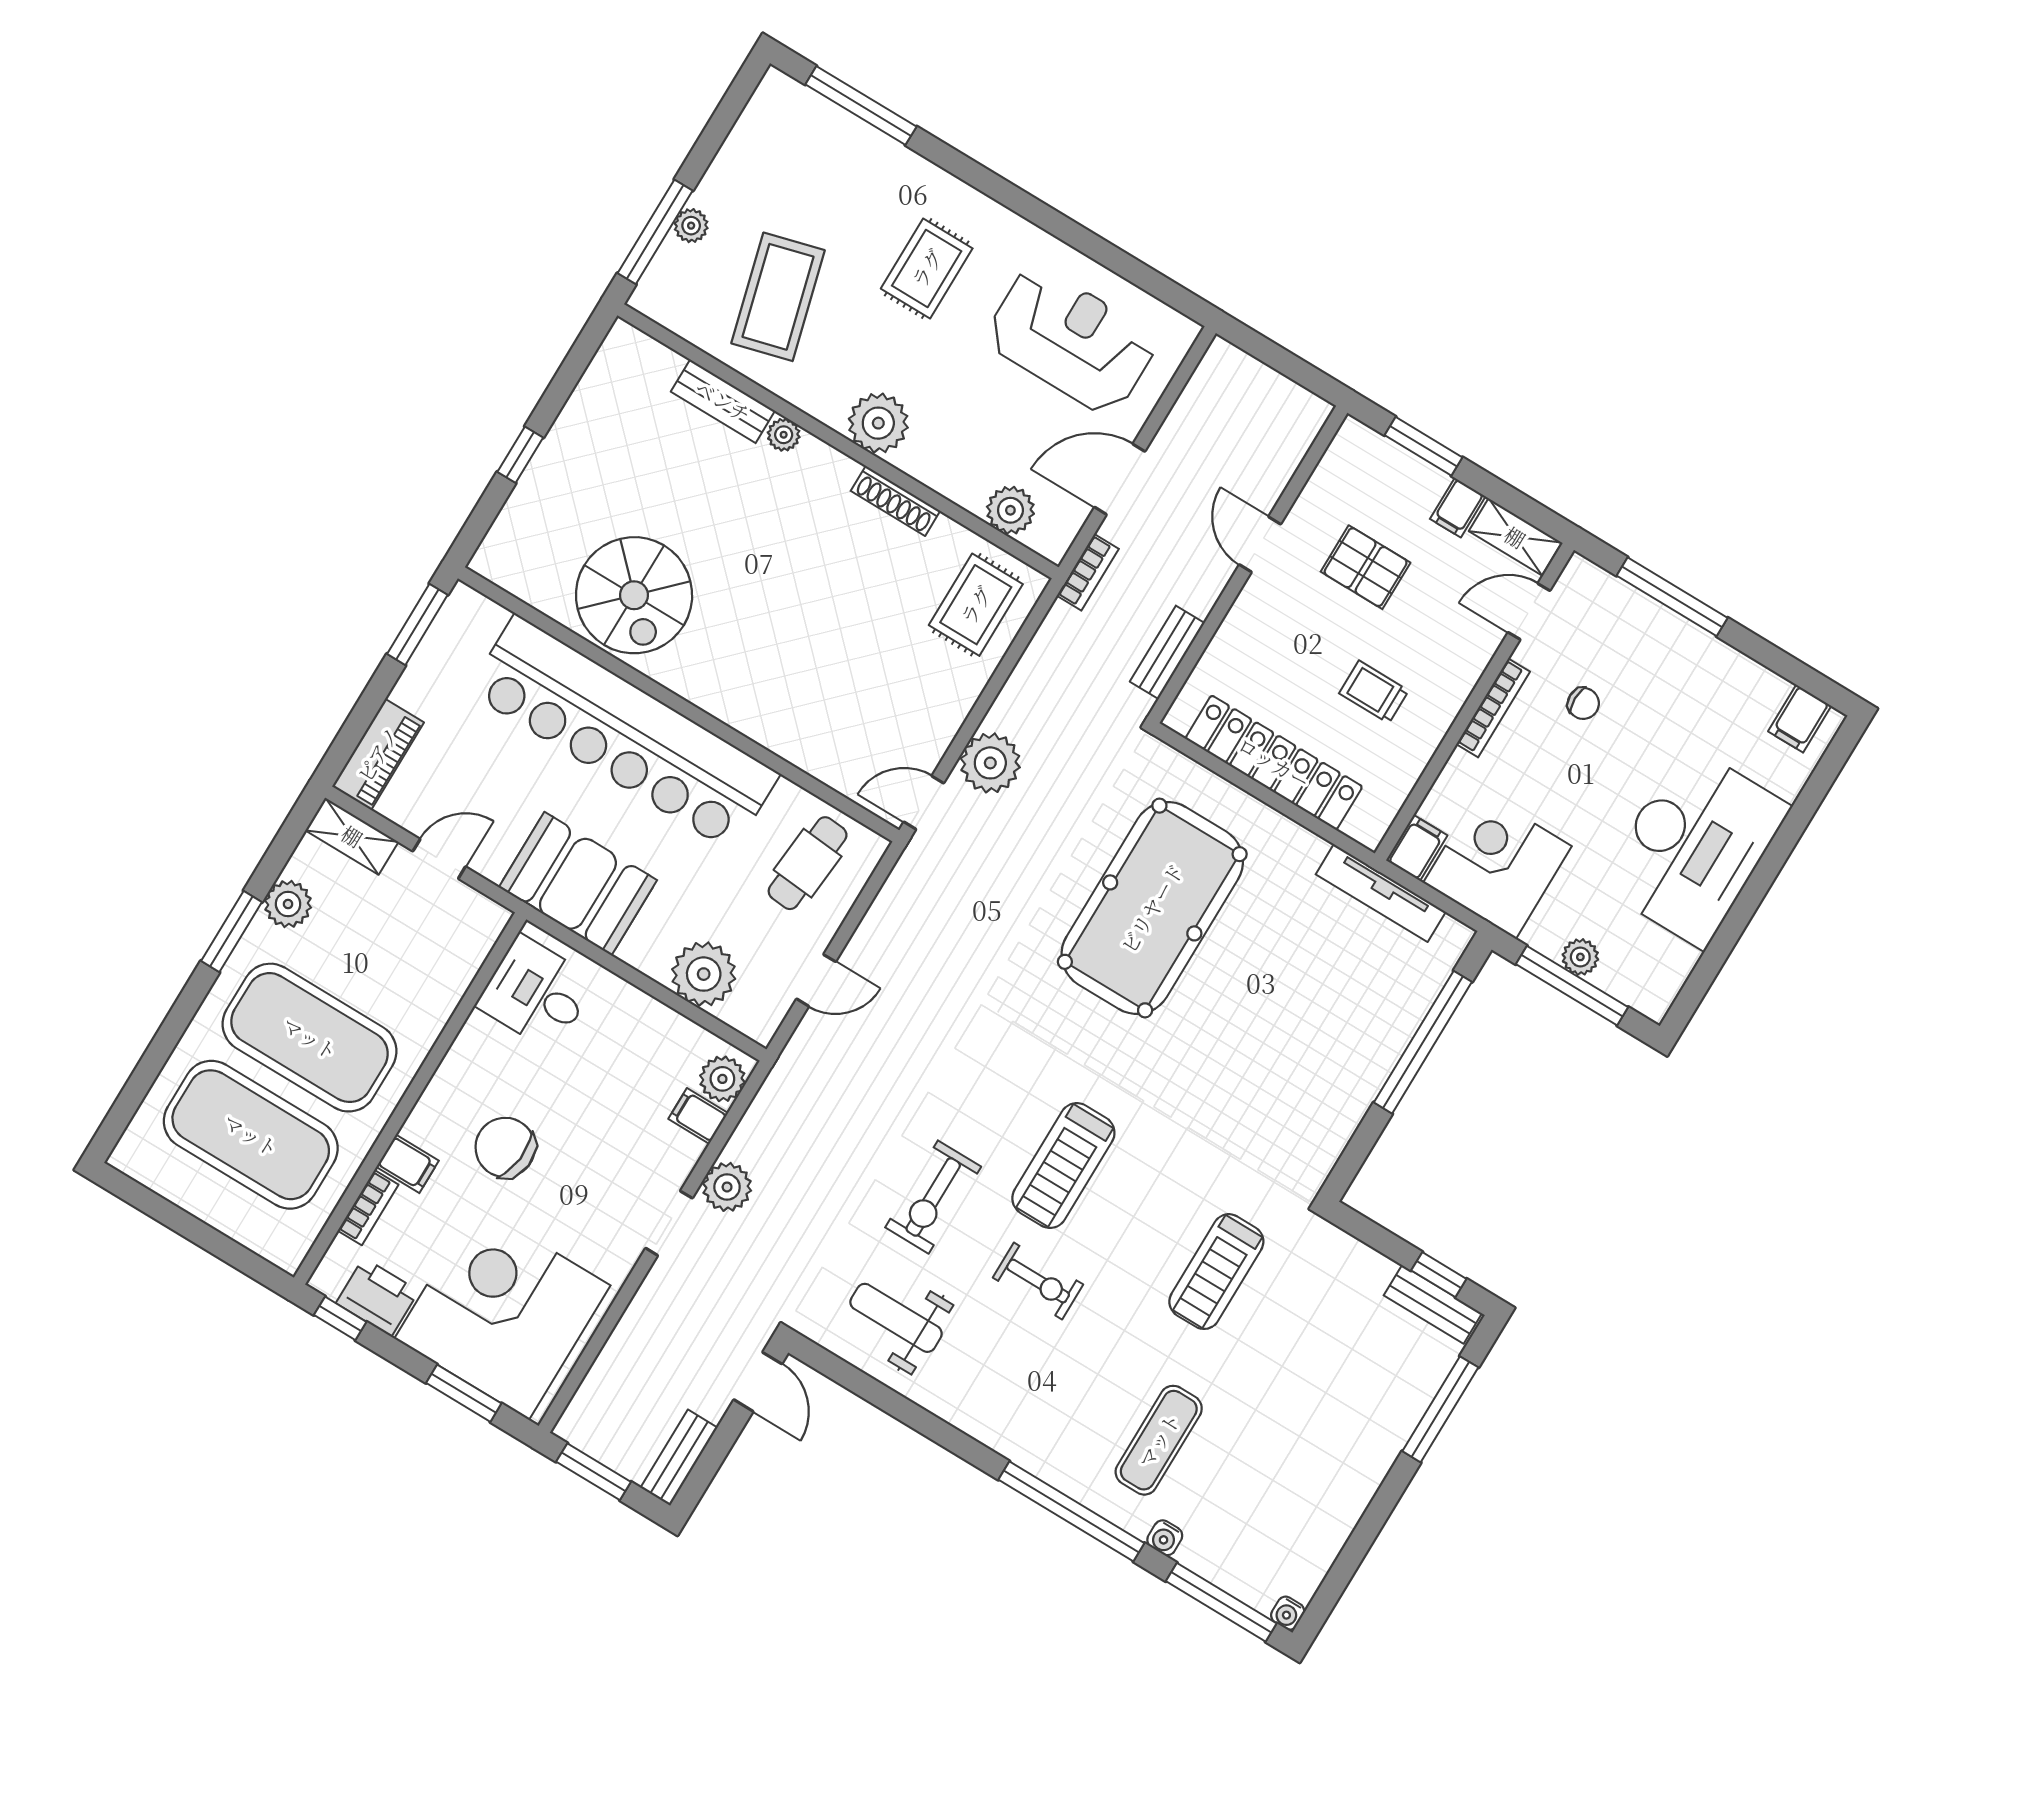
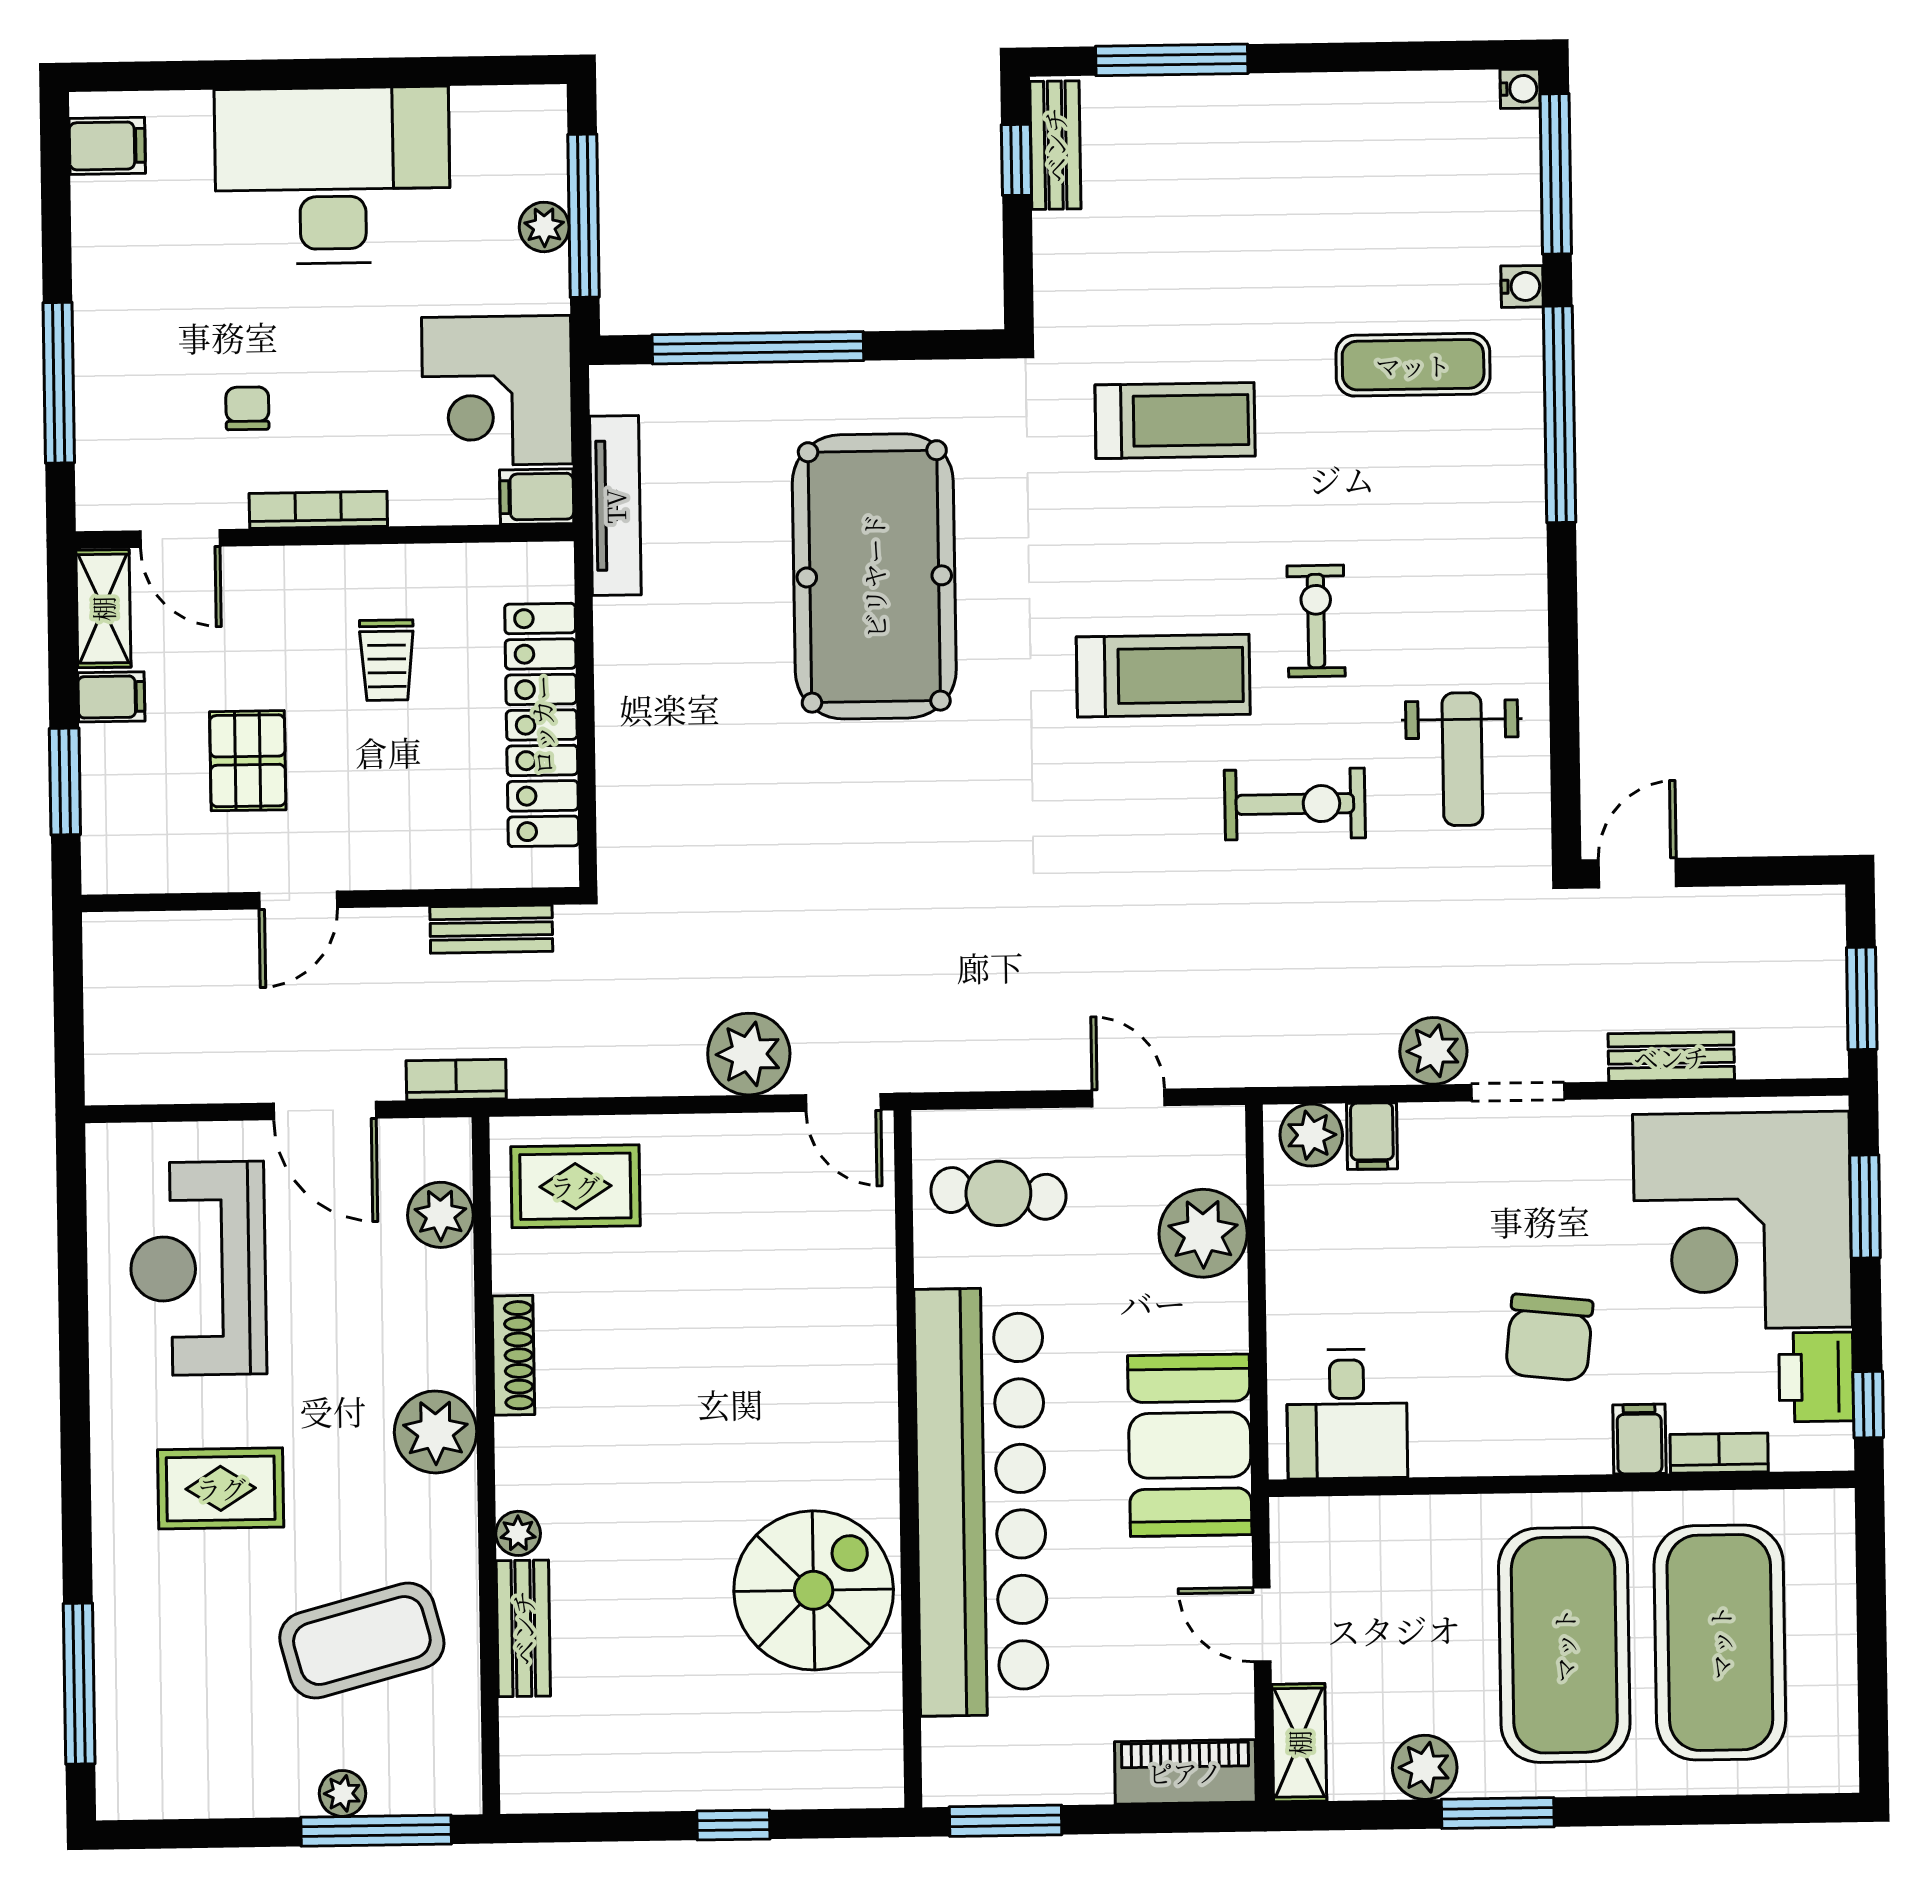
pool table: (1152, 908) -> (874, 576), moved, turned 90
bench: (679, 1458) -> (1671, 1057), moved

